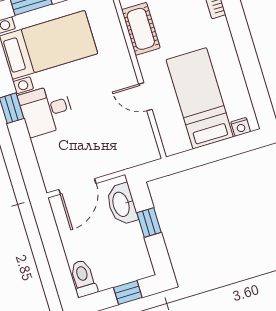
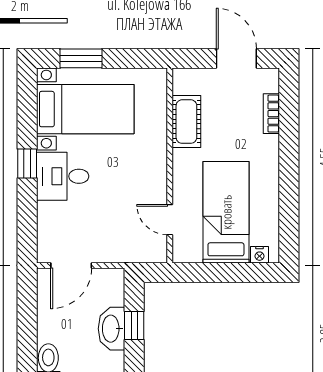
door: (145, 97) -> (170, 220), moved
washbasin: (122, 204) -> (112, 329), moved

